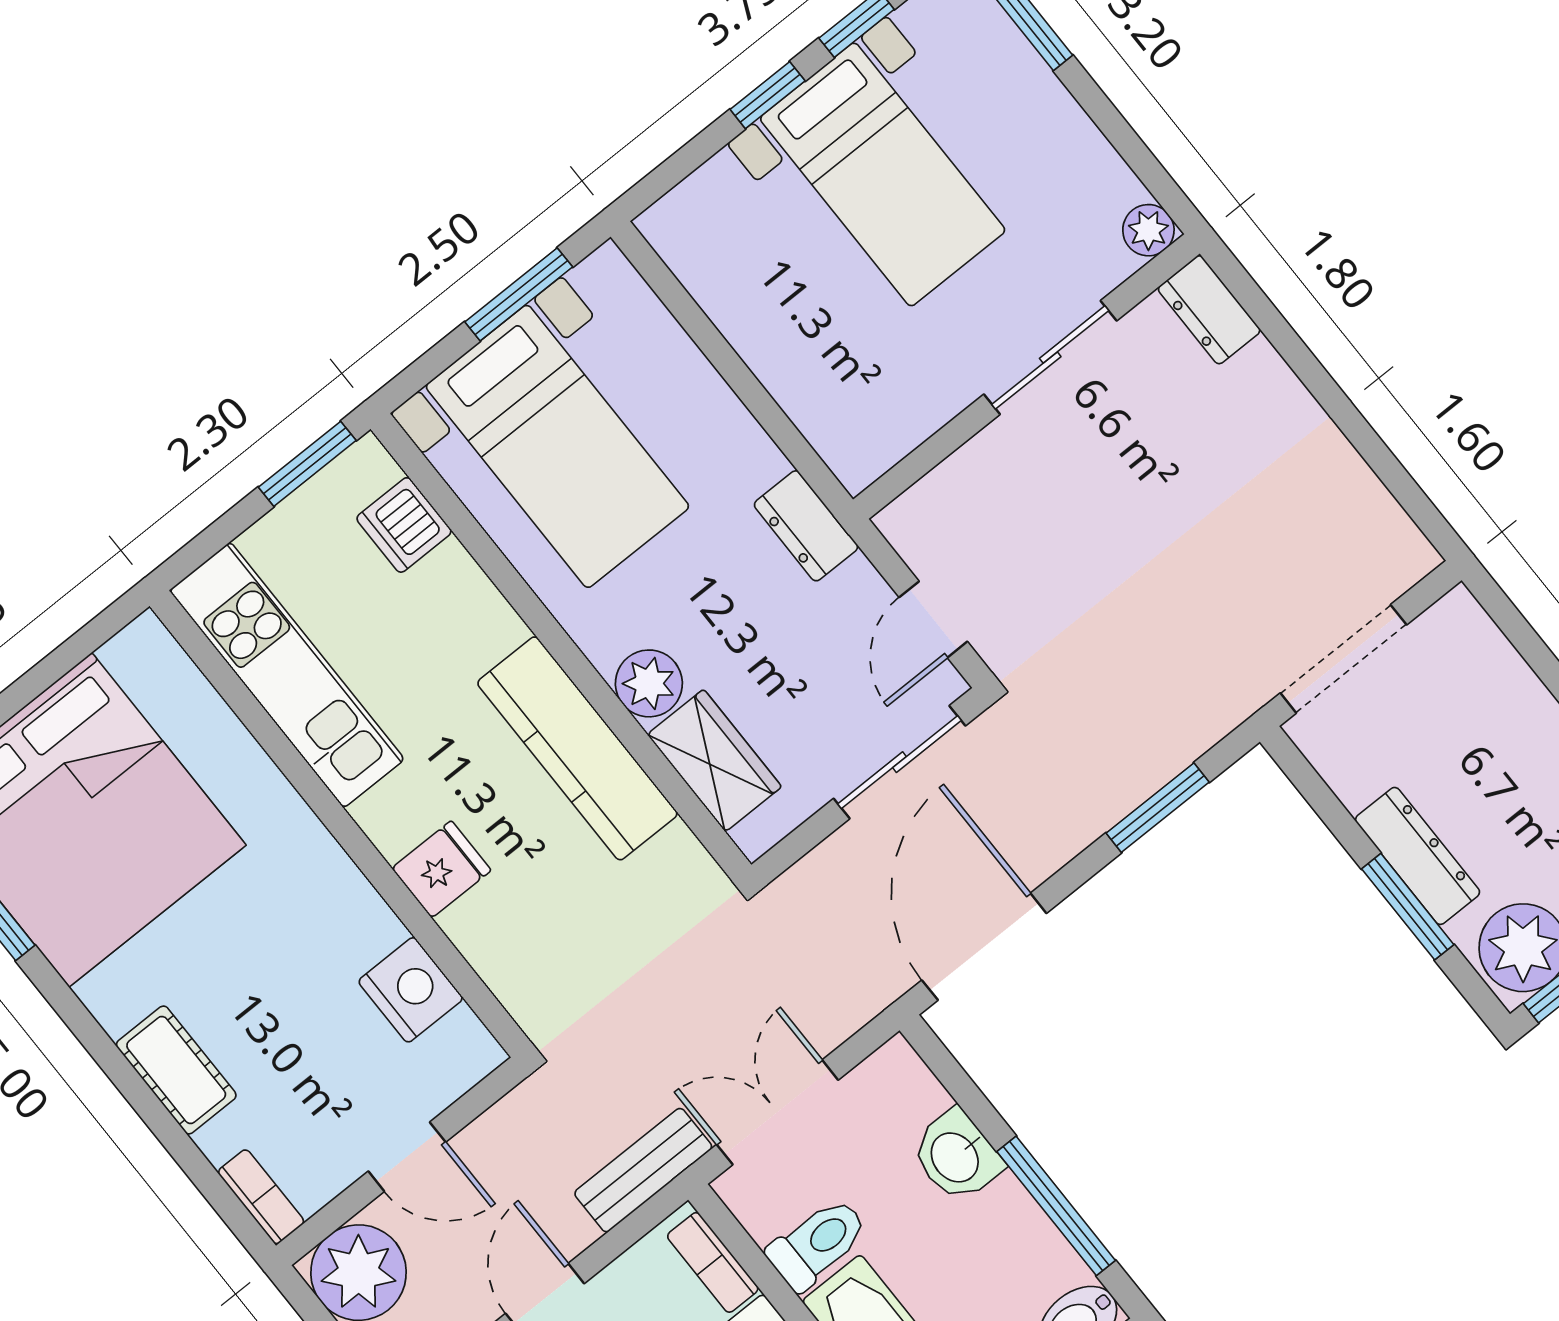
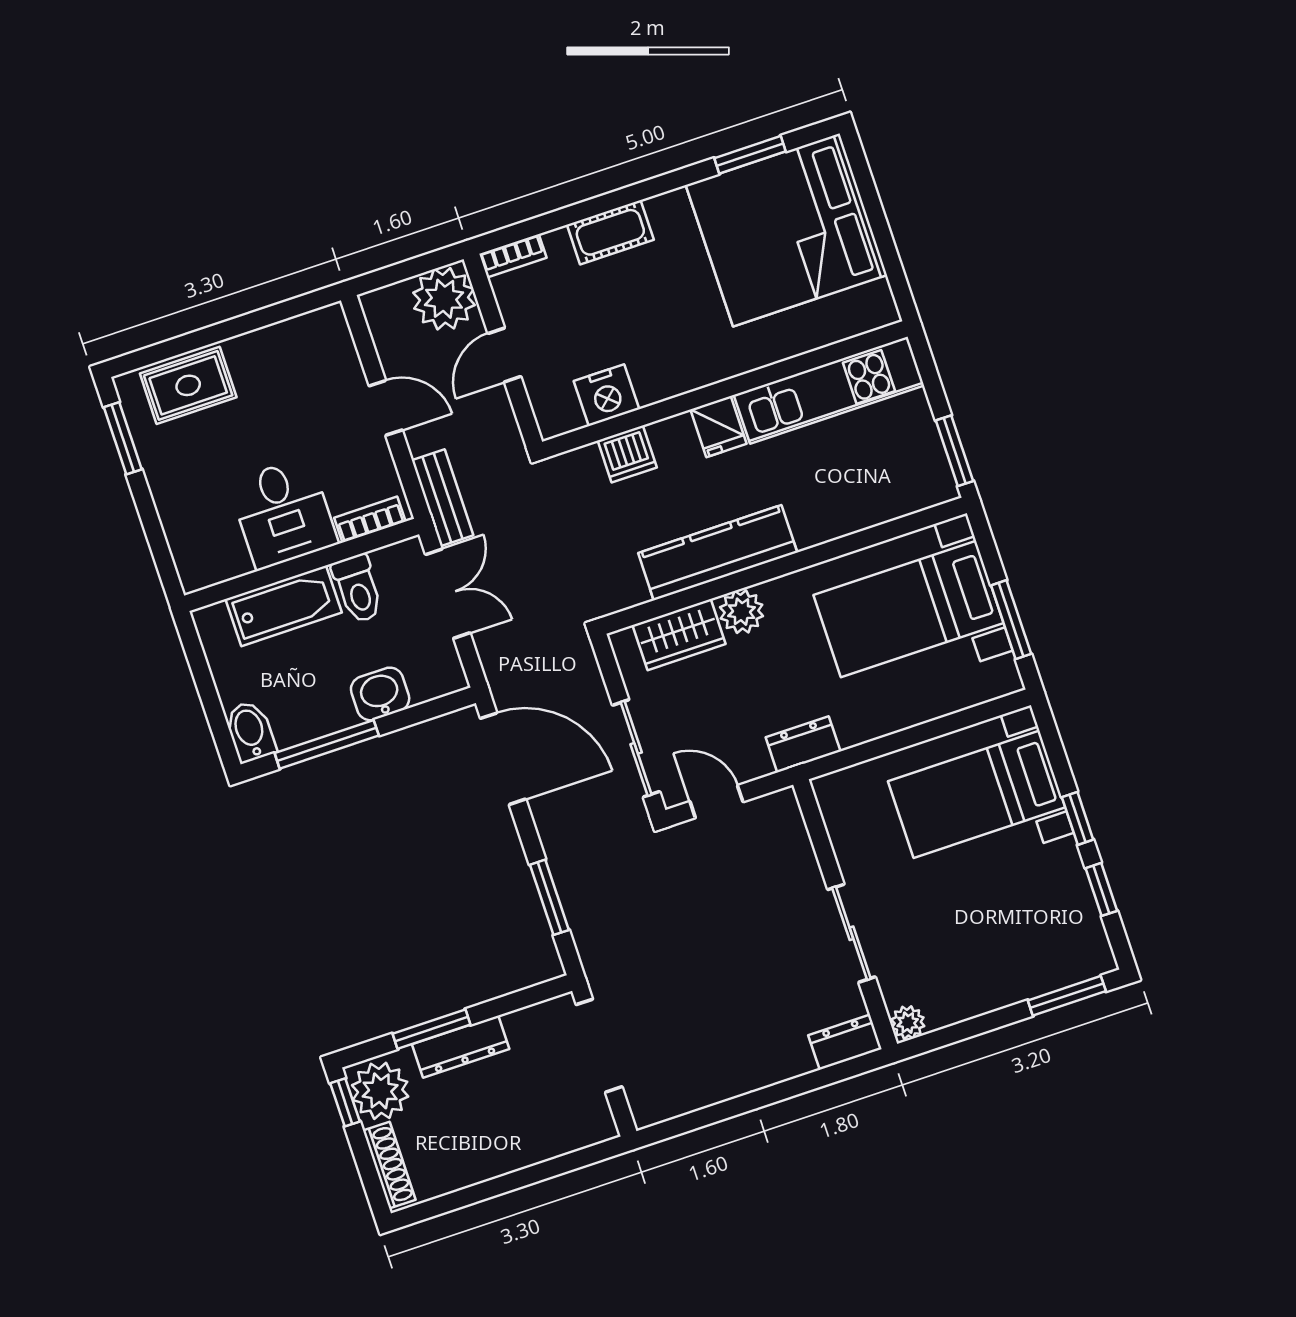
bed with nightstands: (883, 174) -> (977, 794), moved
dishwasher: (404, 525) -> (627, 454), moved, turned 180
fridge: (441, 869) -> (718, 427), moved

